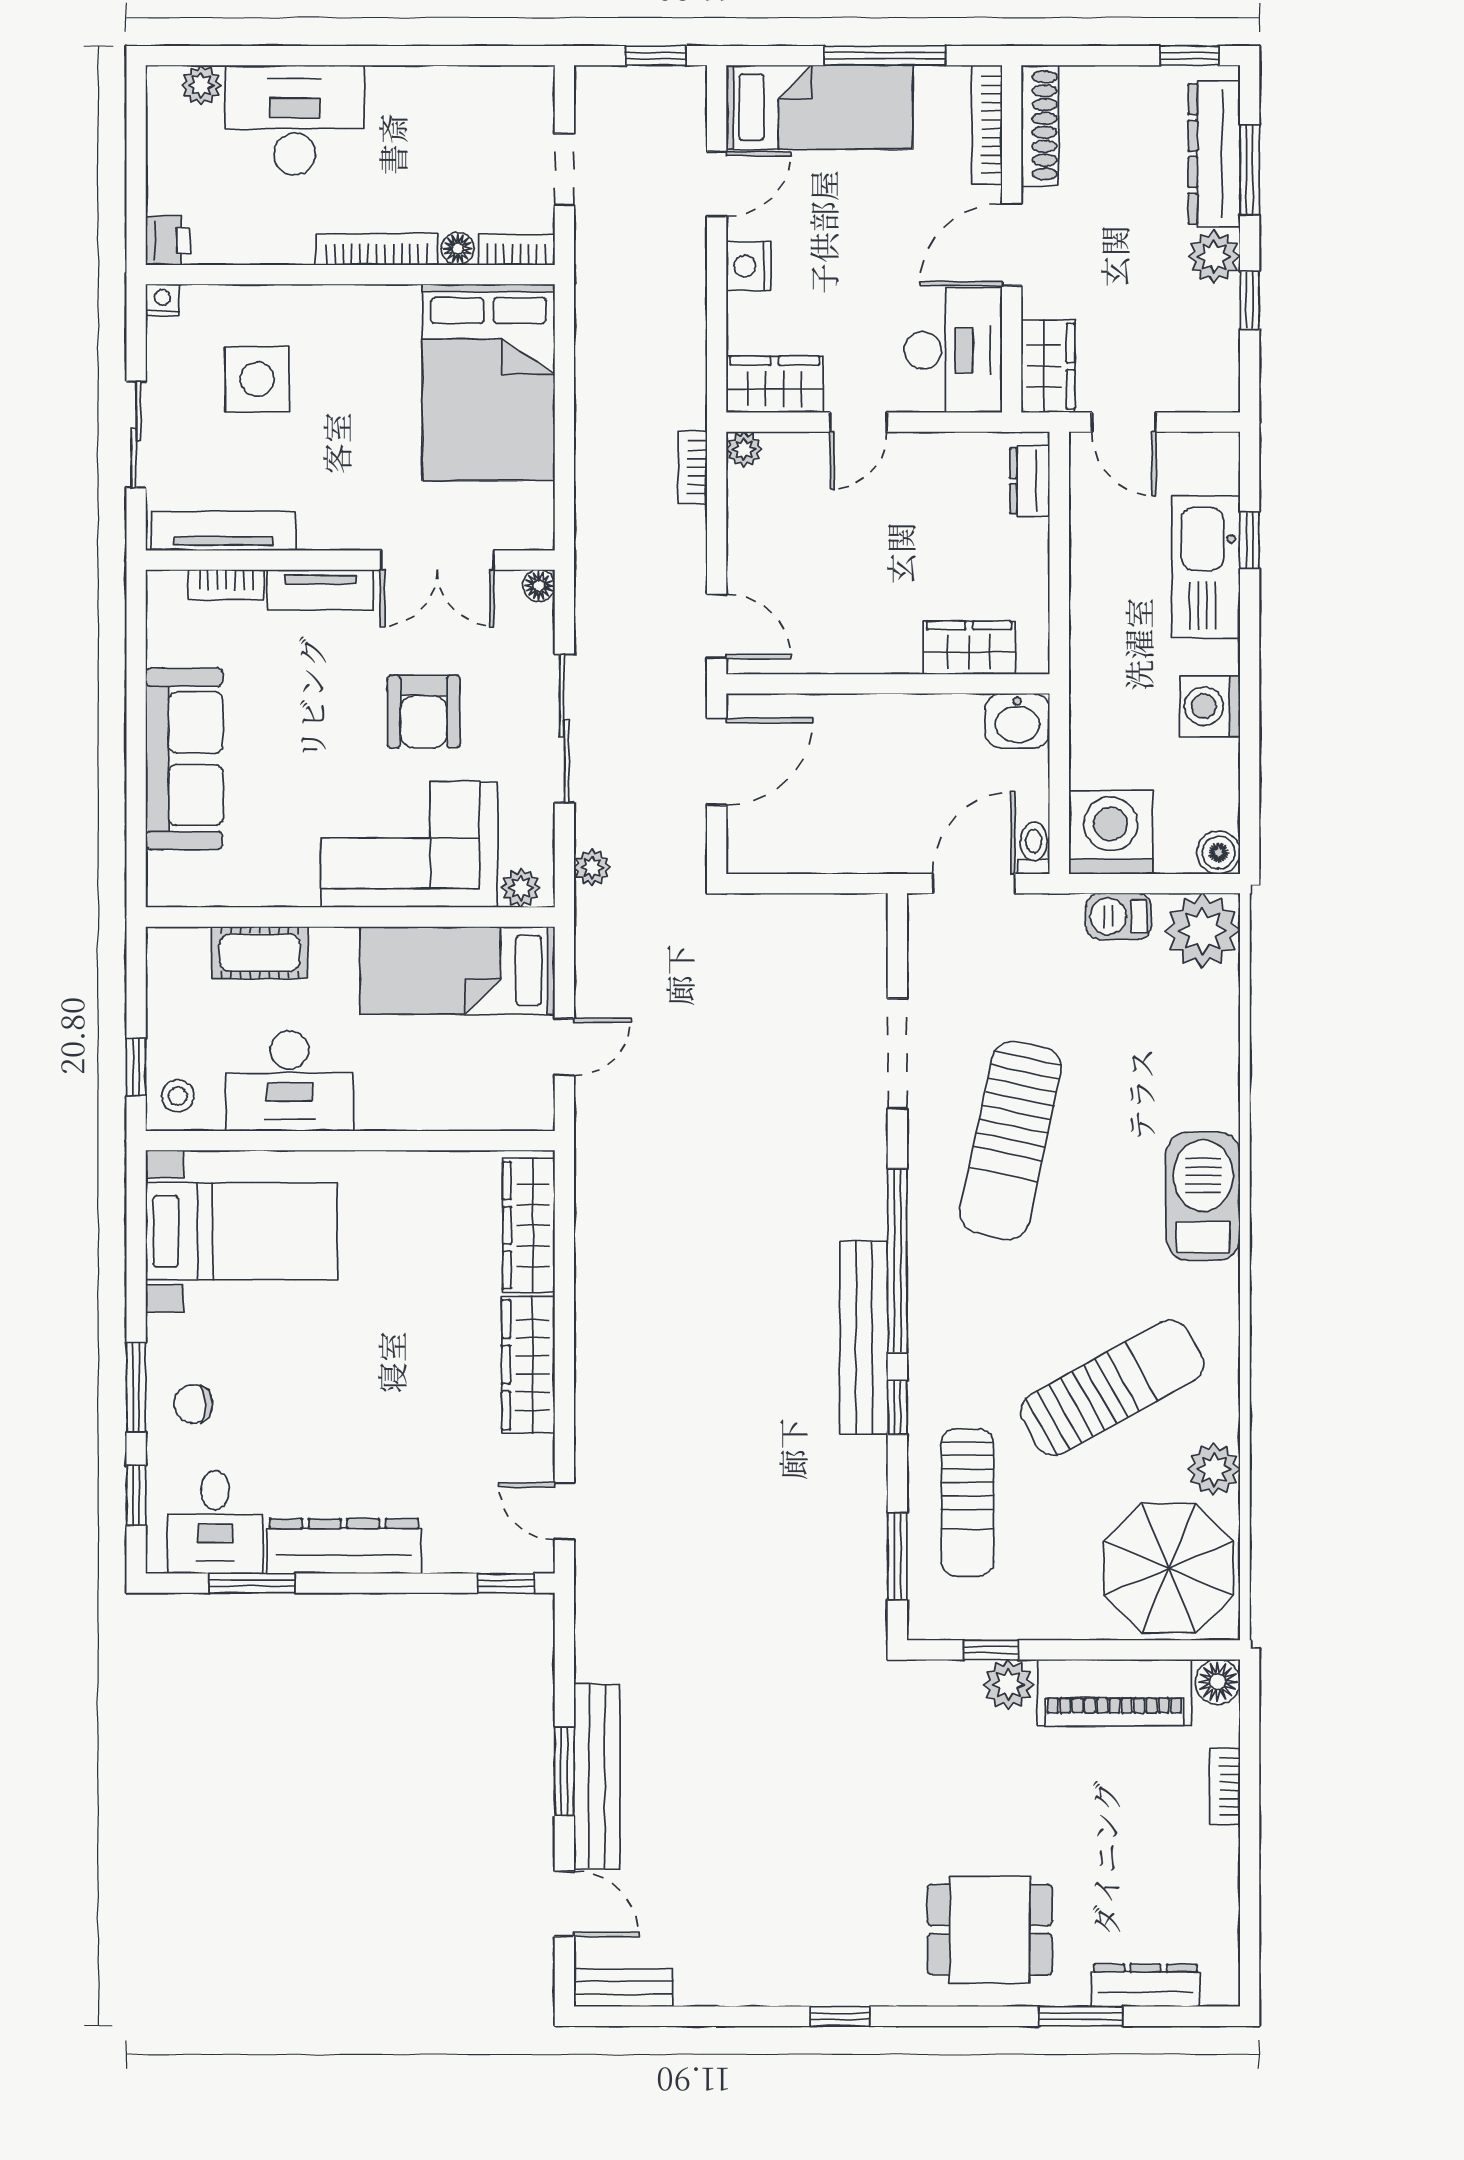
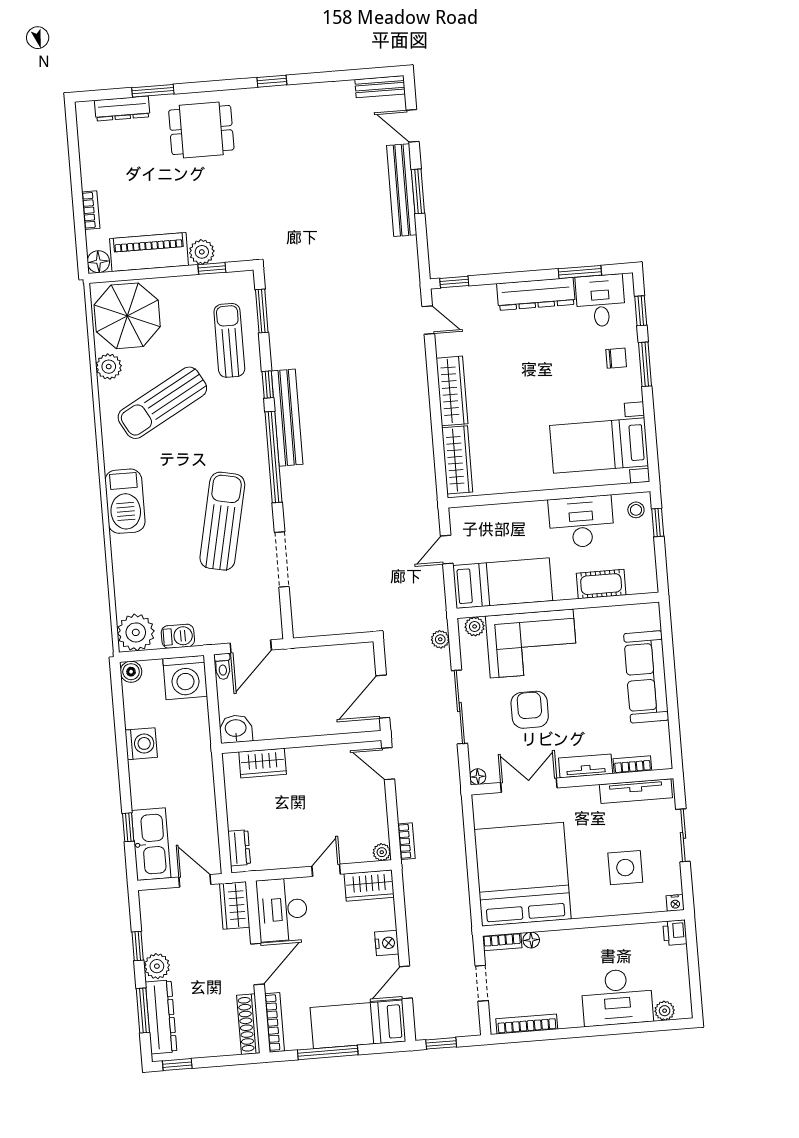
bookcase: (377, 249) -> (527, 1024), moved, turned 180
bed: (489, 382) -> (523, 874), width x1.36
kitchen sink: (1206, 567) -> (151, 844), moved

